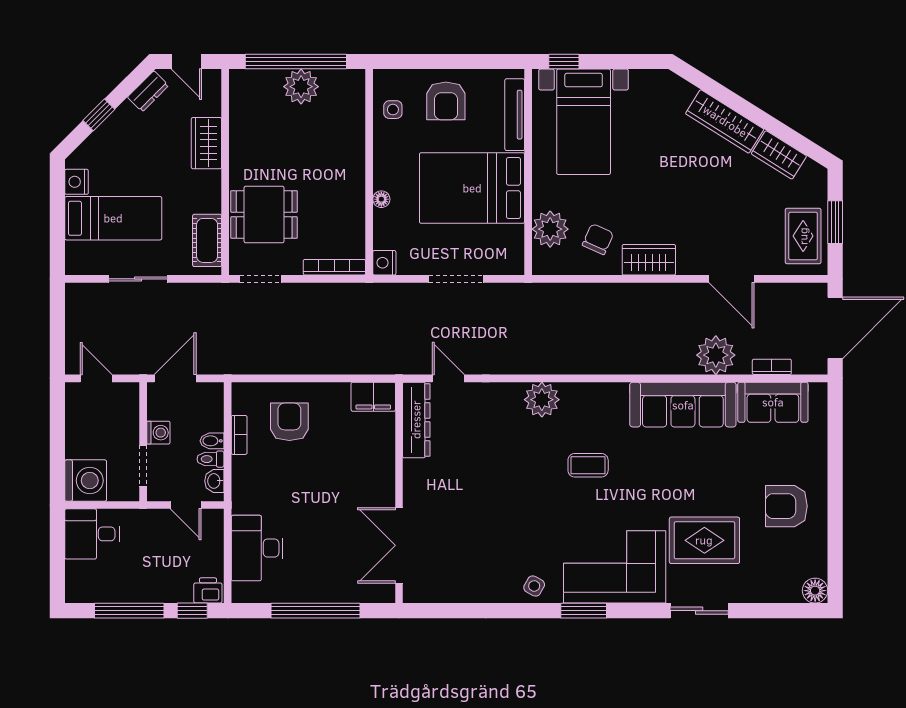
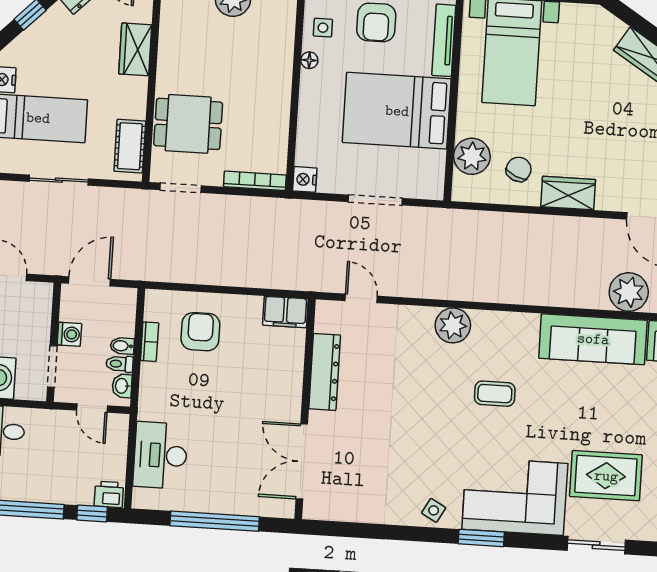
floor lamp: (381, 199) -> (309, 60), moved
dresser: (416, 420) -> (325, 372), moved

